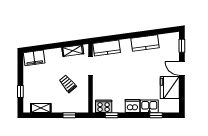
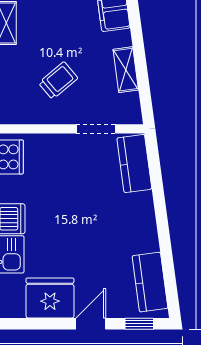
kitchen counter: (145, 43) -> (150, 282), moved
shelving: (73, 51) -> (126, 70), moved

